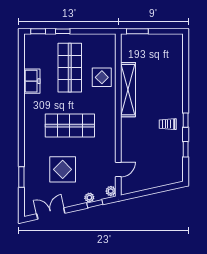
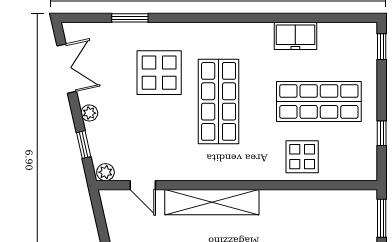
window: (63, 31) -> (382, 133), moved
shelving: (128, 90) -> (212, 202), moved
display table: (63, 169) -> (159, 73), moved
plant: (89, 198) -> (89, 113), moved

